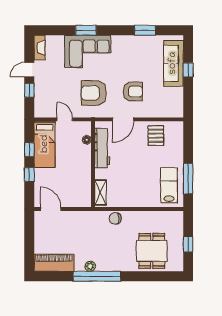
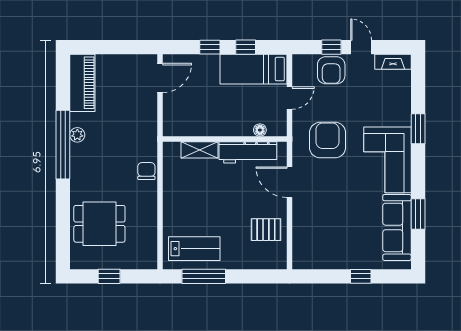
corner sofa: (88, 51) -> (388, 160), moved
sofa: (173, 63) -> (397, 227), moved, turned -90
armchair: (133, 92) -> (331, 70), moved
shelving: (101, 192) -> (199, 150), moved

